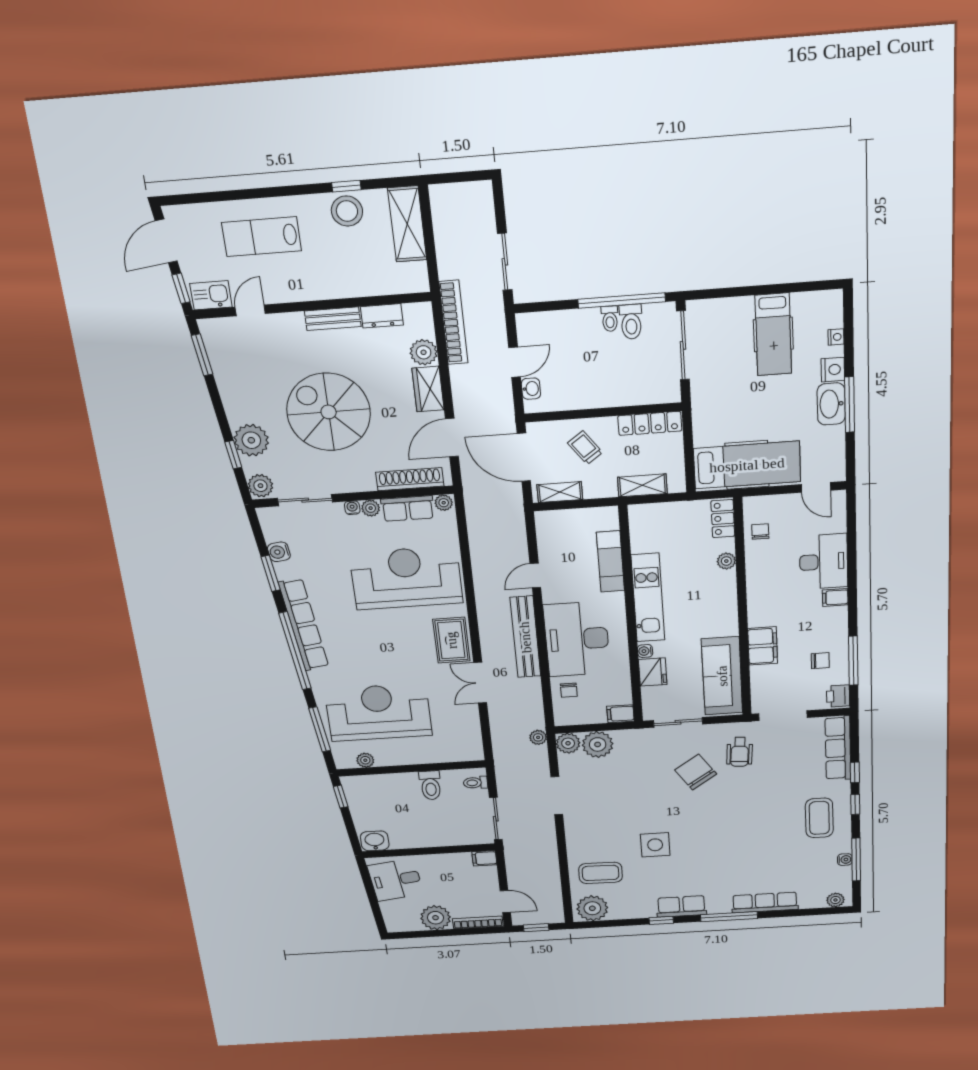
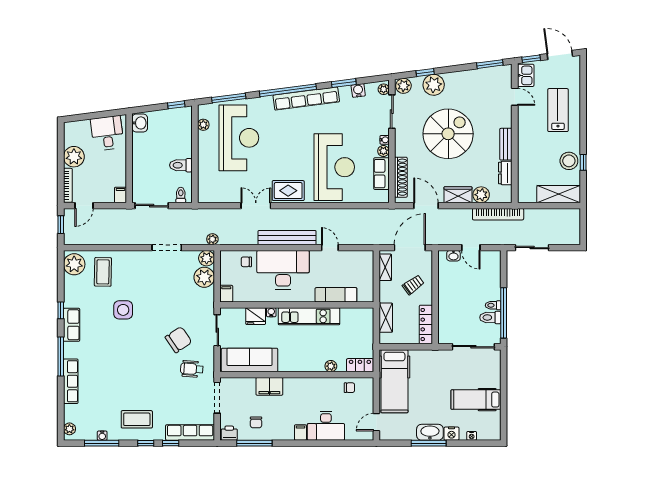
plant: (444, 503) -> (384, 89), moved

